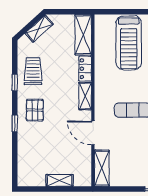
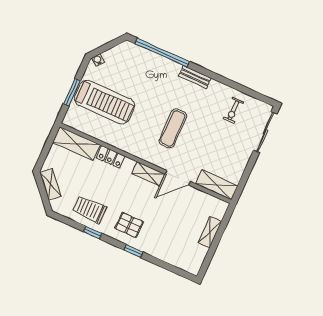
window: (125, 12) -> (72, 92), added
shelving: (85, 96) -> (148, 174), moved

